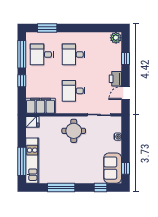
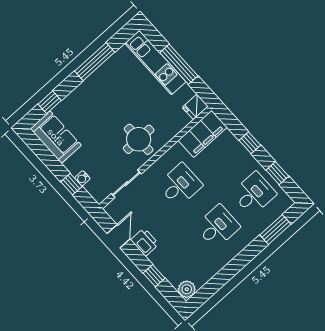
window: (22, 54) -> (277, 173), width x0.46
window: (22, 161) -> (179, 64), moved
window: (126, 168) -> (71, 184), moved

